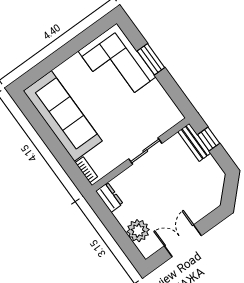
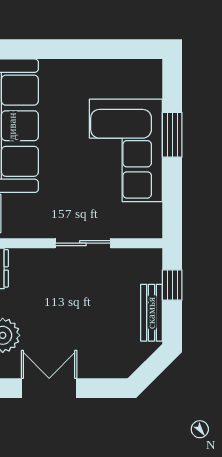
corner sofa: (117, 64) -> (126, 150), moved
bench: (194, 142) -> (151, 313), moved

